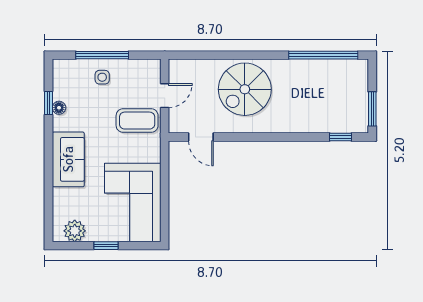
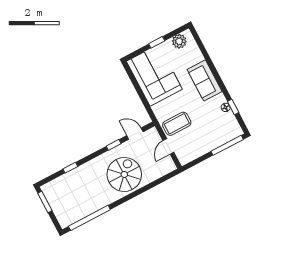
window: (102, 55) -> (227, 145), moved
side table: (102, 77) -> (210, 138), removed
window: (238, 137) -> (114, 145), added
window: (341, 137) -> (70, 168), moved

